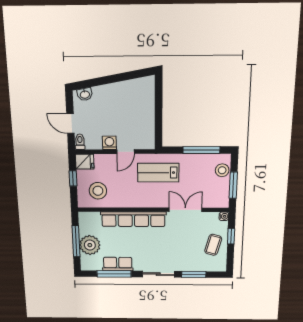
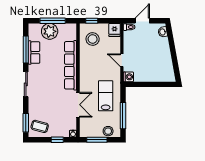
washing machine: (109, 143) -> (128, 77), moved
lab bench: (158, 173) -> (106, 96), moved
window: (73, 178) -> (92, 21), moved
coffee table: (213, 245) -> (40, 126), moved
window: (194, 274) -> (26, 123), moved

